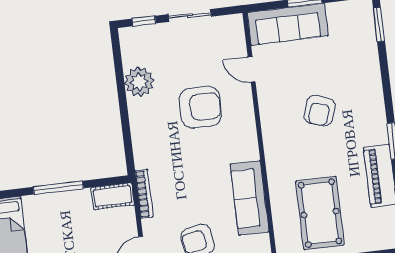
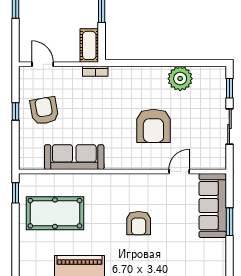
armchair: (320, 111) -> (139, 223), turned -109
bookcase: (144, 194) -> (95, 71), width x0.64

